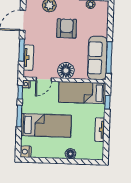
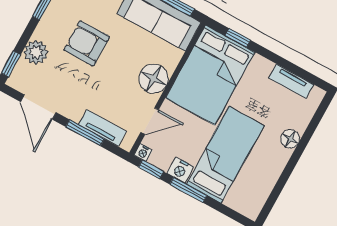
door: (44, 79) -> (150, 121), hinge flipped
bed: (82, 93) -> (210, 75), width x1.50
tv unit: (100, 130) -> (291, 81), moved
nightstand: (26, 152) -> (180, 170), moved

